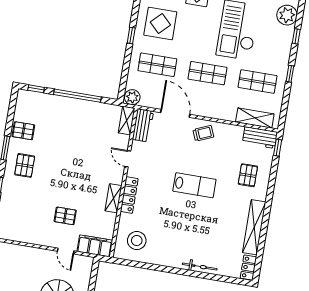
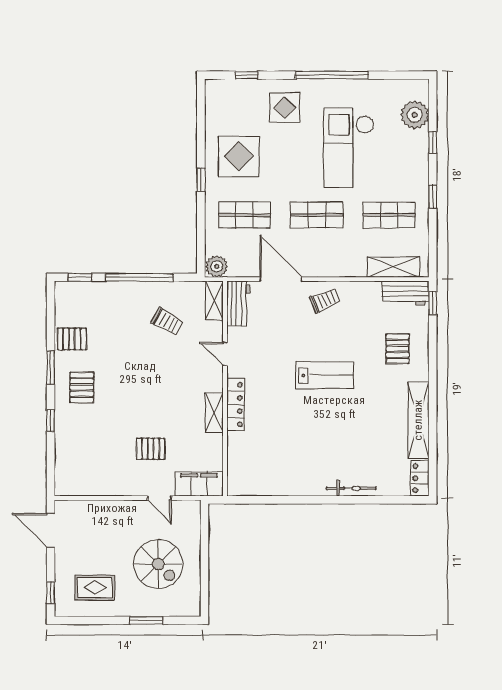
trolley: (91, 130) -> (167, 322), added
stool: (137, 241) -> (257, 467), removed

